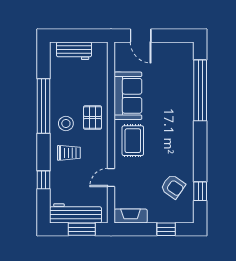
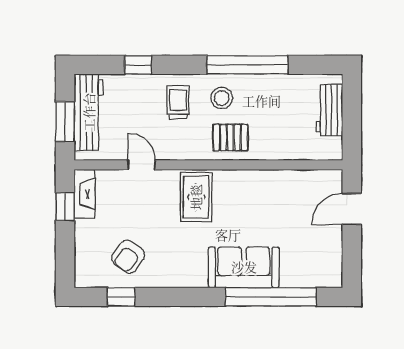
sofa: (128, 96) -> (244, 267), moved, turned 180
rug: (133, 141) -> (196, 197), turned 90
trolley: (69, 153) -> (178, 102), turned 180
window: (166, 229) -> (65, 207), moved

